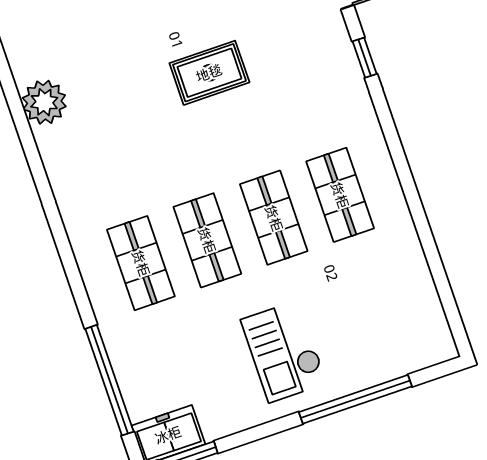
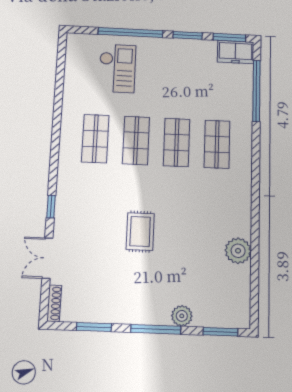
rug: (209, 73) -> (140, 231), turned 90
checkout: (284, 351) -> (117, 68), moved
window: (259, 432) -> (188, 35), added

